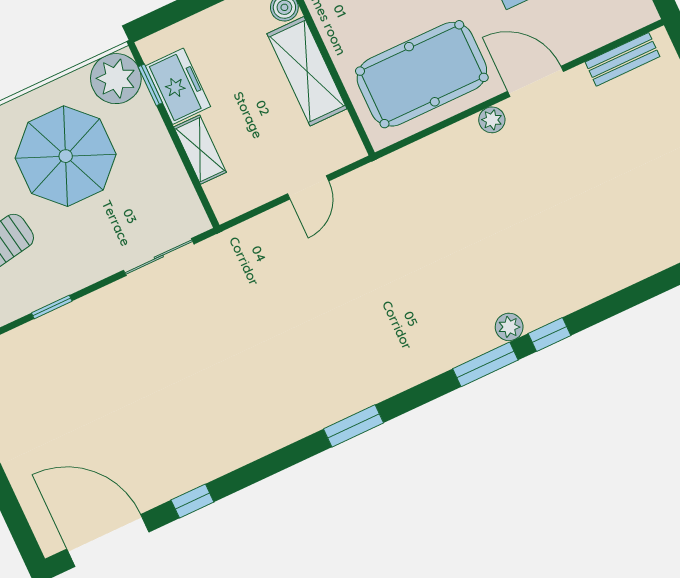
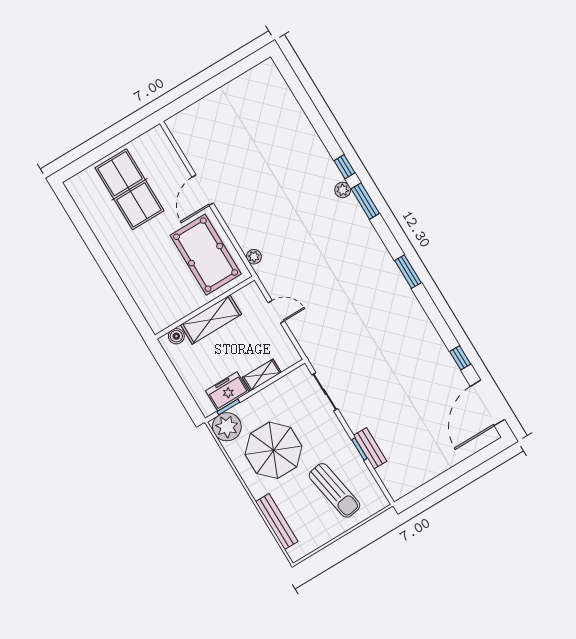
bench: (622, 59) -> (370, 448), moved
plant: (492, 120) -> (254, 257), moved

